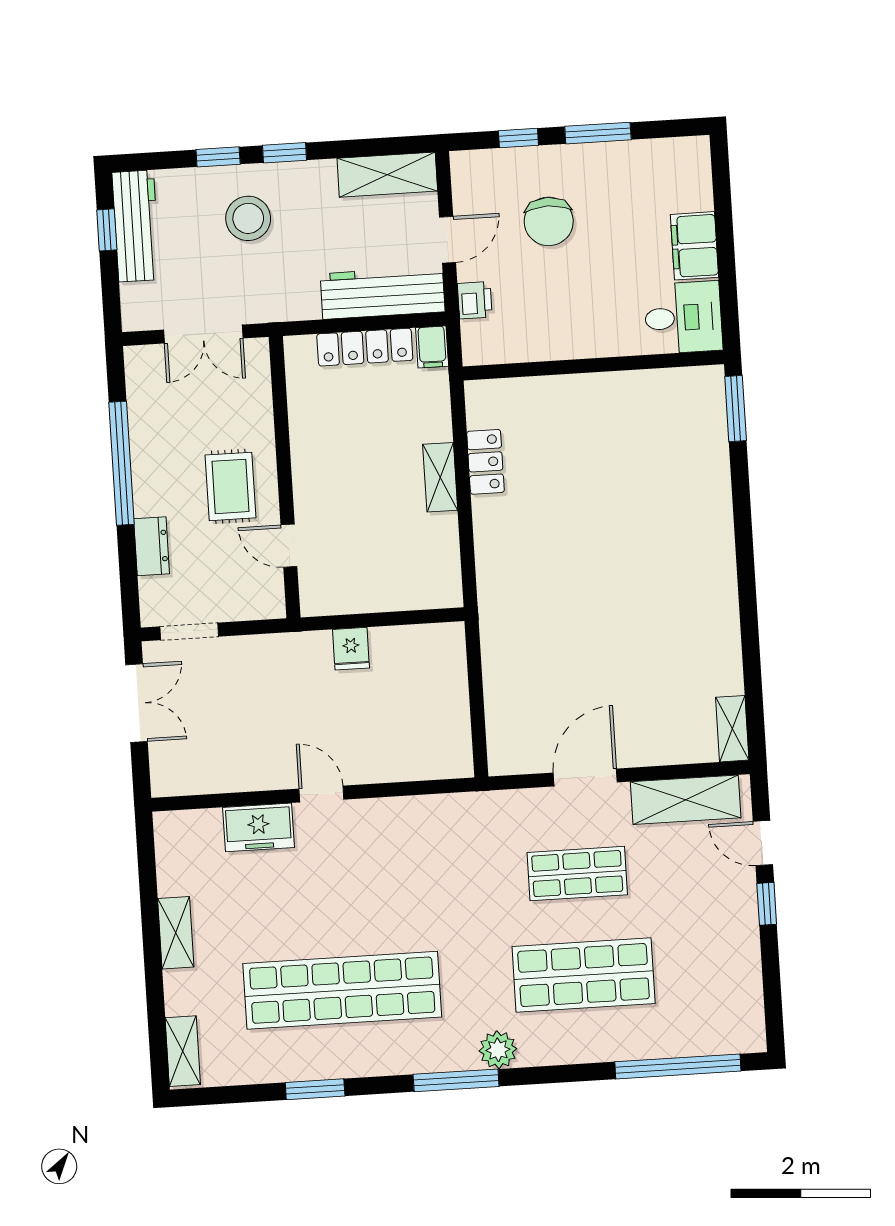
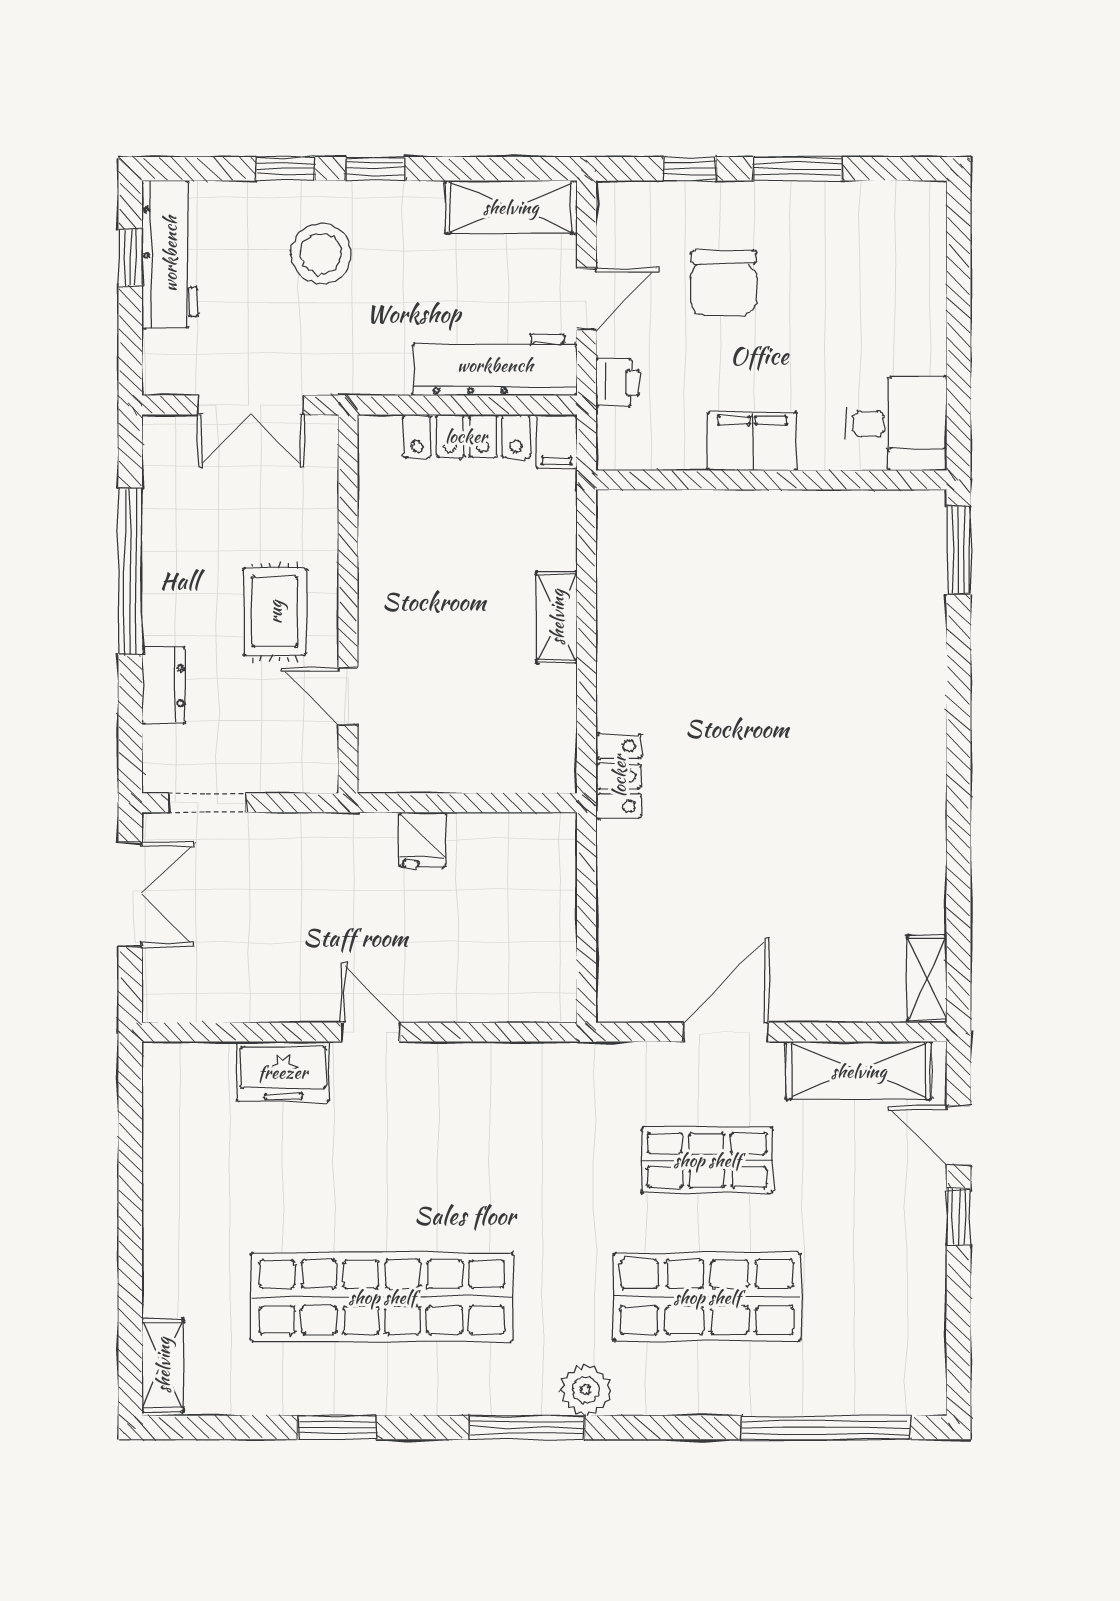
filing cabinet: (694, 246) -> (752, 441), moved, turned 90
locker: (485, 462) -> (619, 776), moved
shelving: (176, 933) -> (163, 1206), removed

